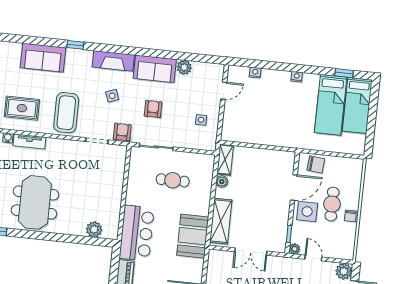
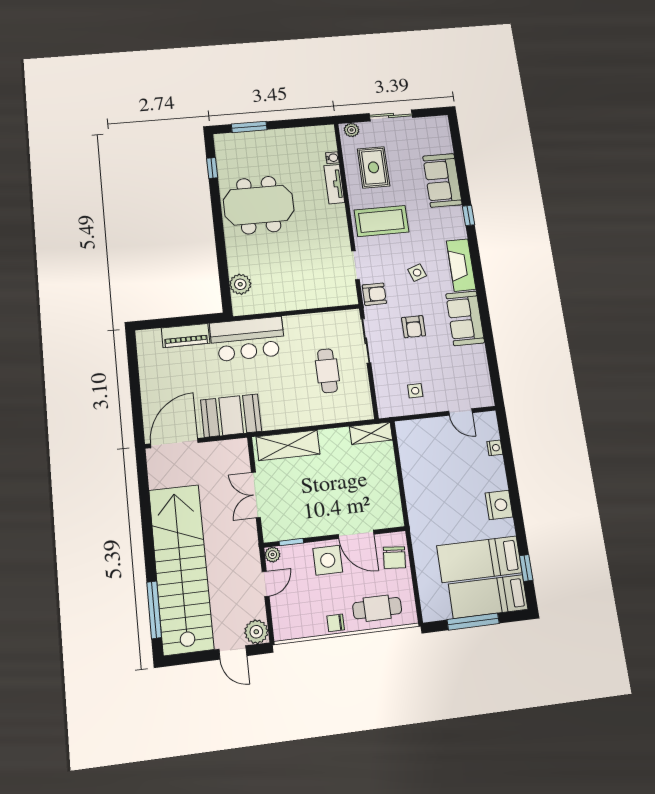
plant: (184, 67) -> (477, 355), removed
nightstand: (297, 77) -> (499, 505), width x1.89, depth x1.79
armchair: (153, 109) -> (414, 327), turned 90
window: (372, 120) -> (473, 622), added
boiler: (222, 182) -> (341, 435), removed
cafe table: (332, 204) -> (377, 608), moved
booth: (193, 236) -> (231, 416), moved

